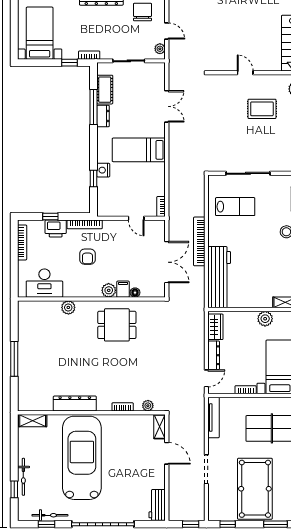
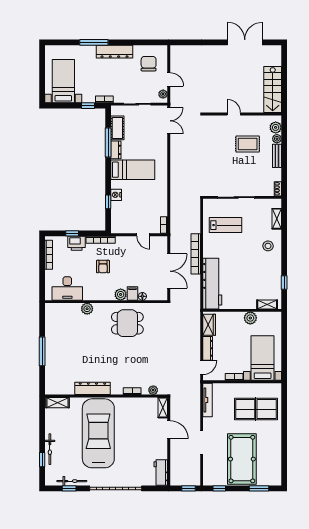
double door: (167, 106) -> (169, 121), moved
bed: (139, 150) -> (133, 170), moved, turned 180

